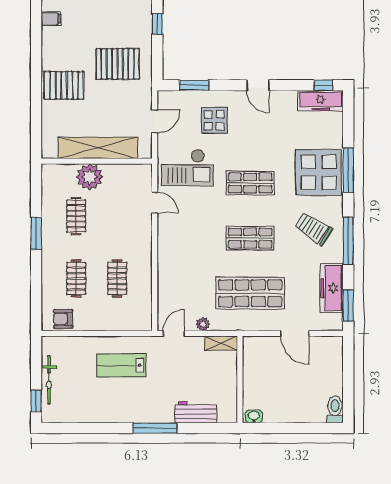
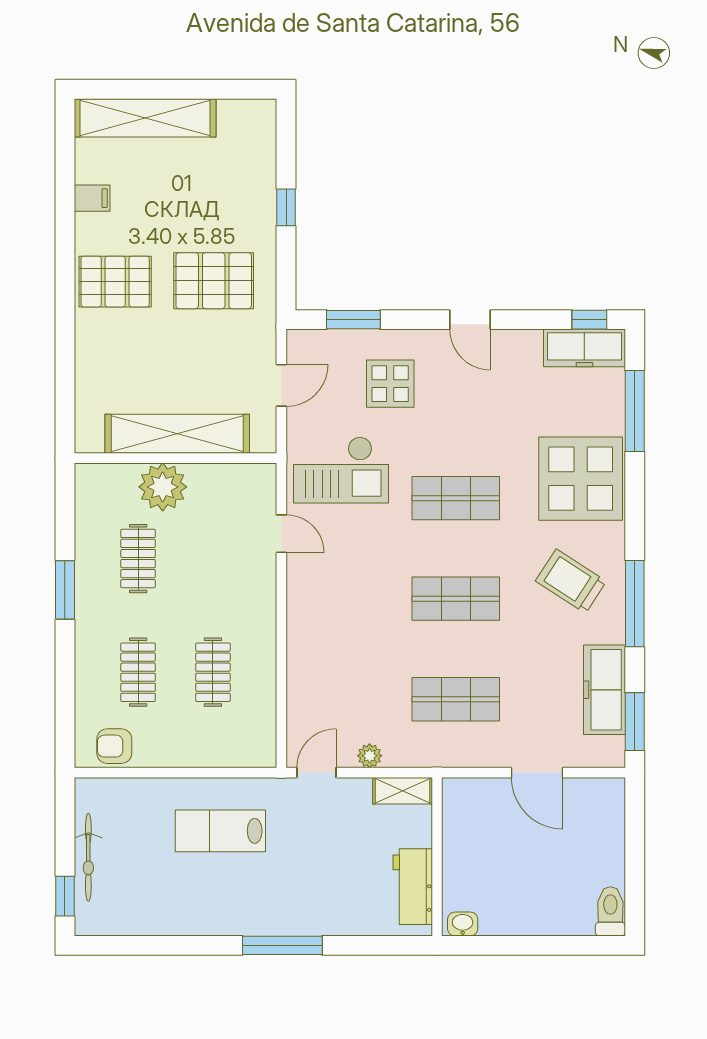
pallet: (64, 85) -> (115, 282), moved
window: (348, 170) -> (635, 411), moved
shop shelf: (250, 293) -> (456, 699), width x0.70, depth x0.74
workbench: (196, 412) -> (413, 887), moved, turned -90

